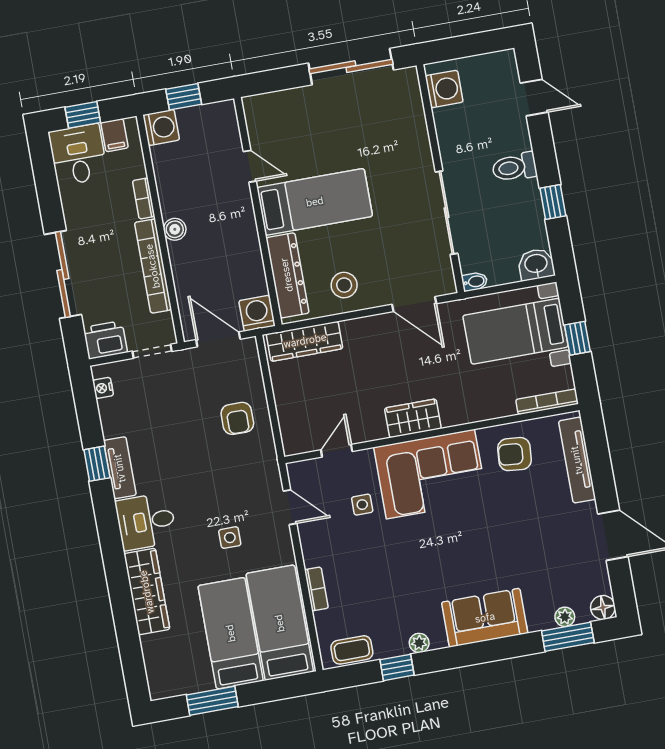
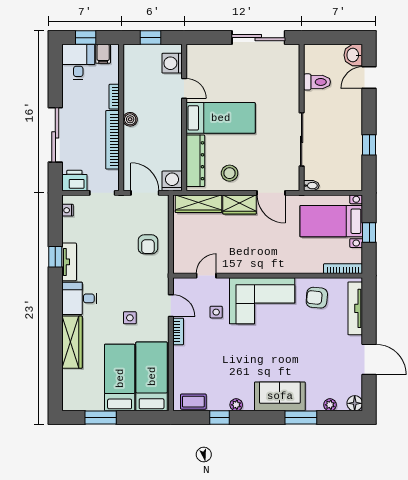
washing machine: (444, 89) -> (314, 62), removed
door: (534, 98) -> (369, 77), swing flipped
washing machine: (161, 127) -> (172, 63), moved, turned 180
toilet: (514, 167) -> (317, 82), moved, turned 180
washbasin: (536, 264) -> (353, 55), moved, turned -90
wardrobe: (413, 418) -> (240, 204), moved, turned 180
bookcase: (316, 589) -> (178, 331), moved
window: (568, 637) -> (301, 418), moved

